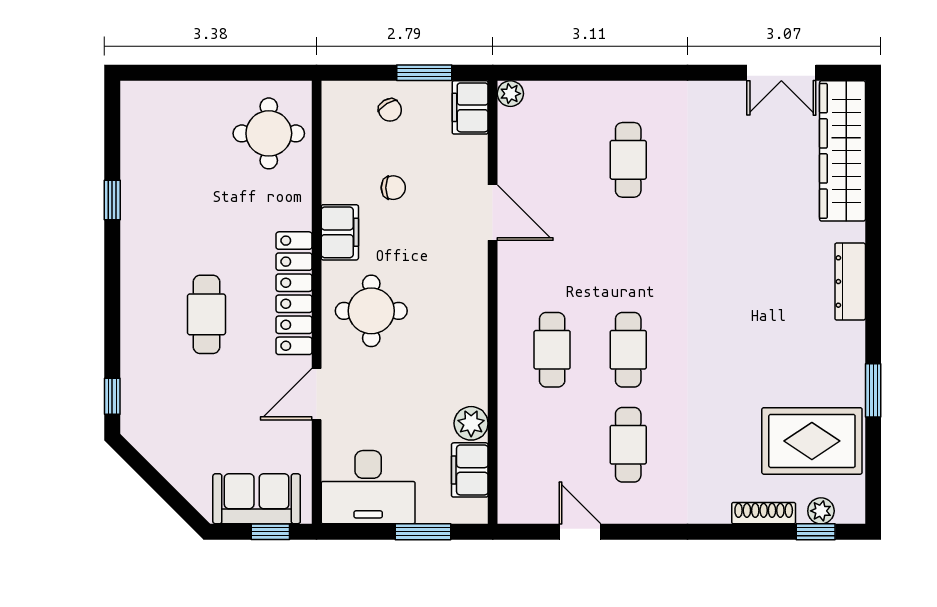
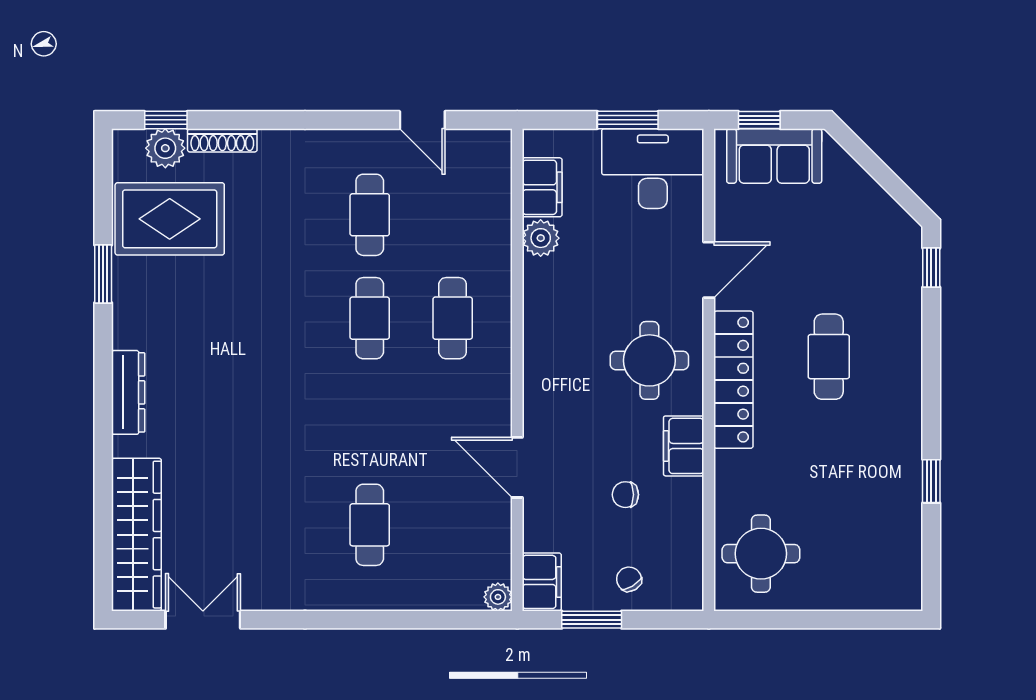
plant: (821, 511) -> (165, 148), width x1.38, depth x1.38
window: (423, 532) -> (628, 120), moved

